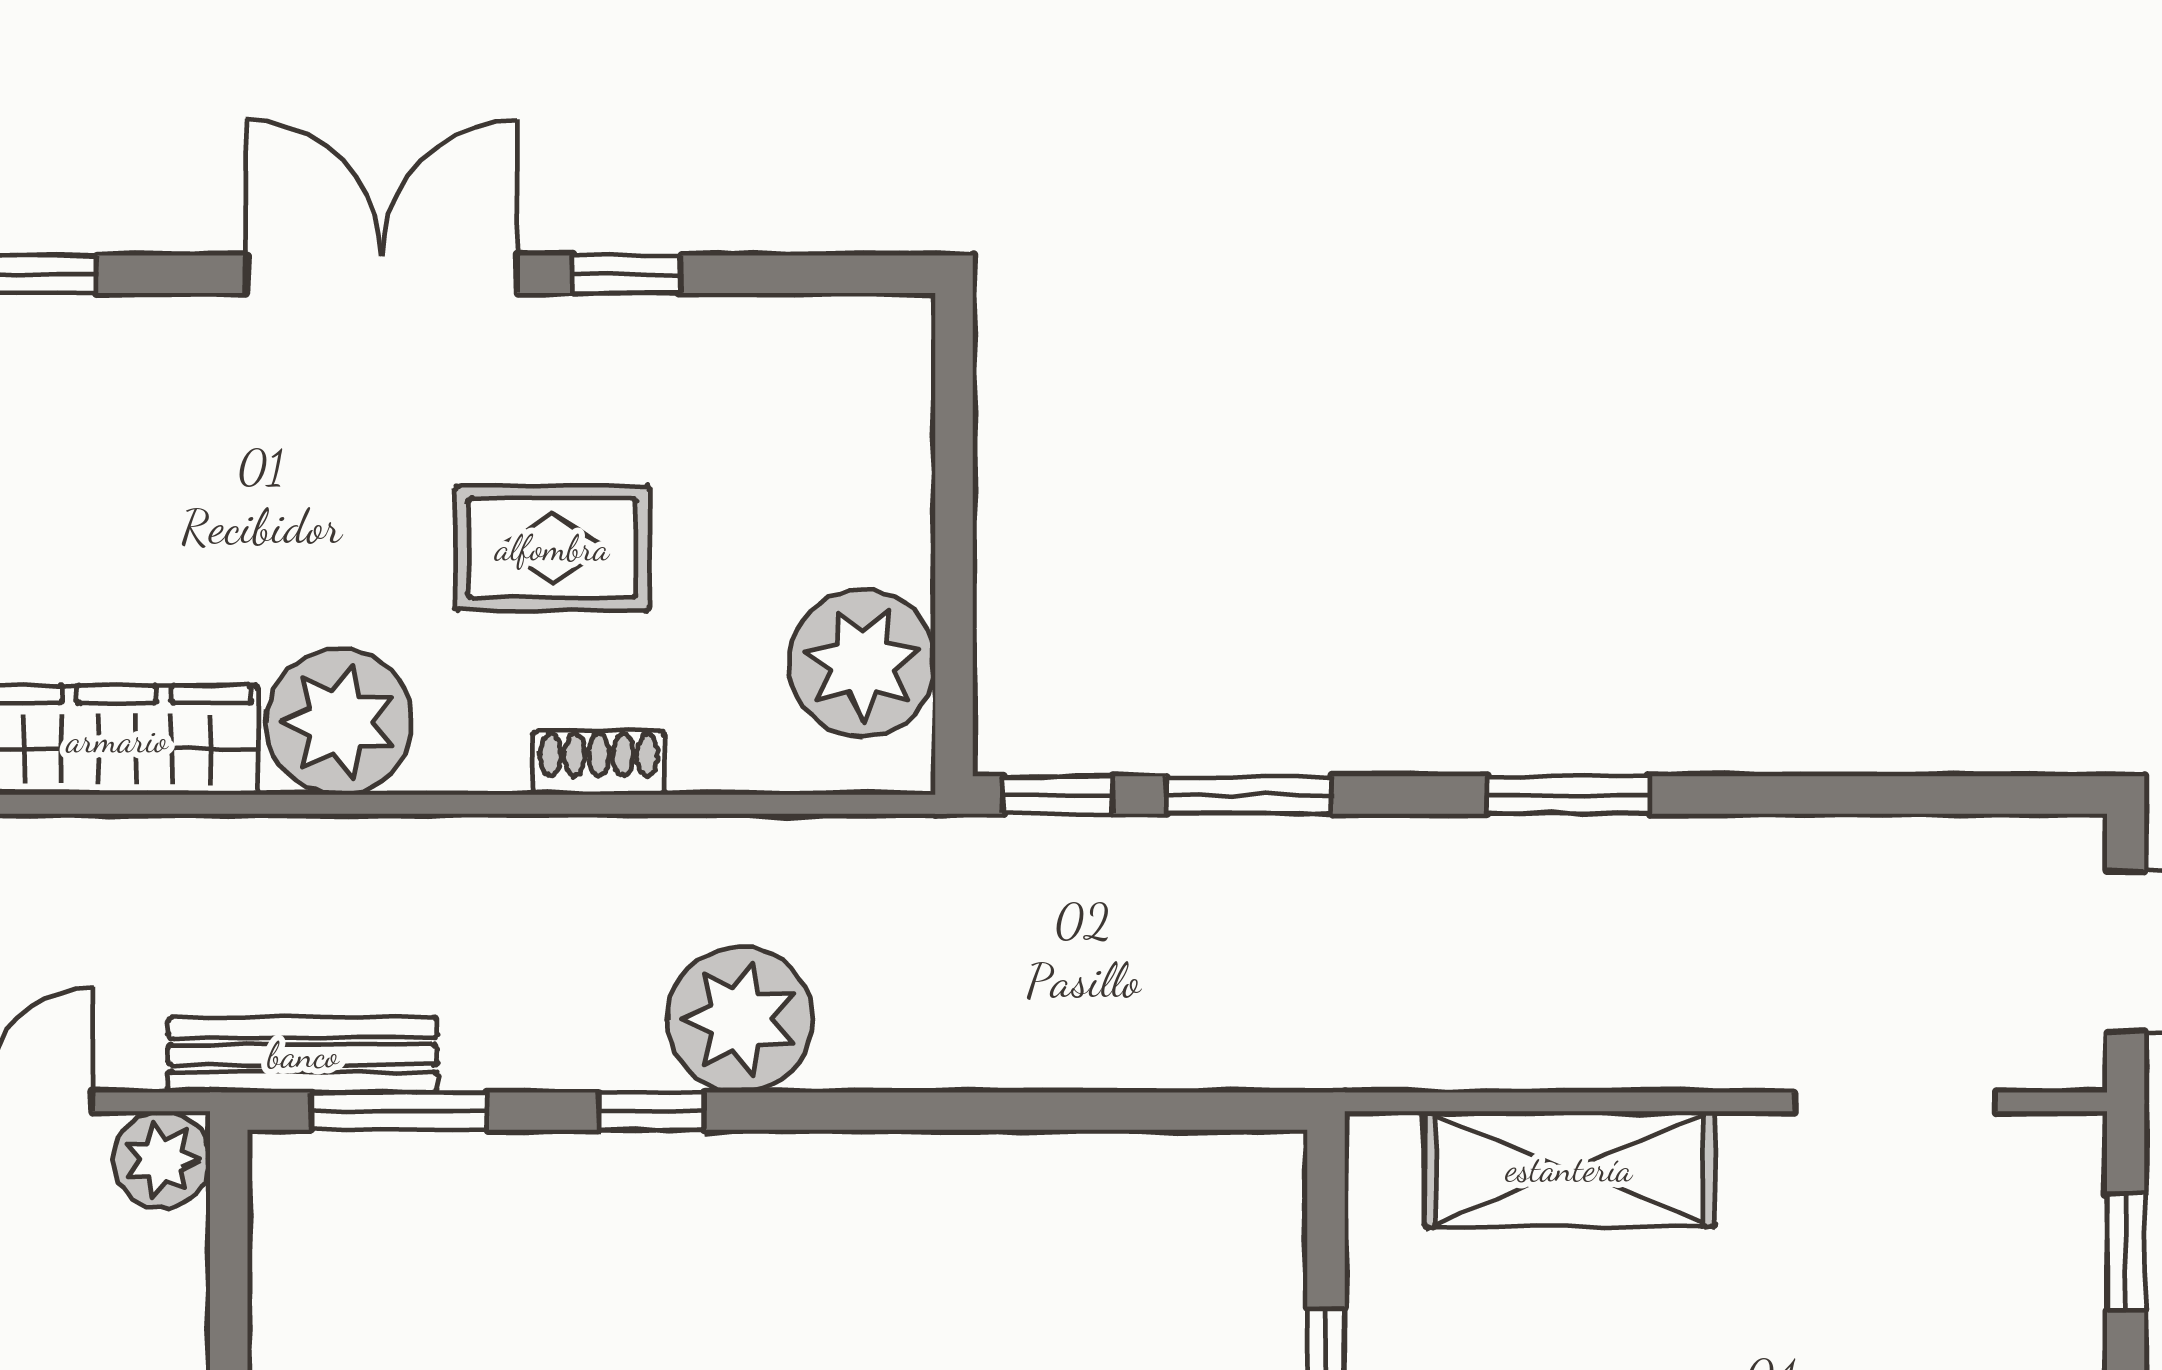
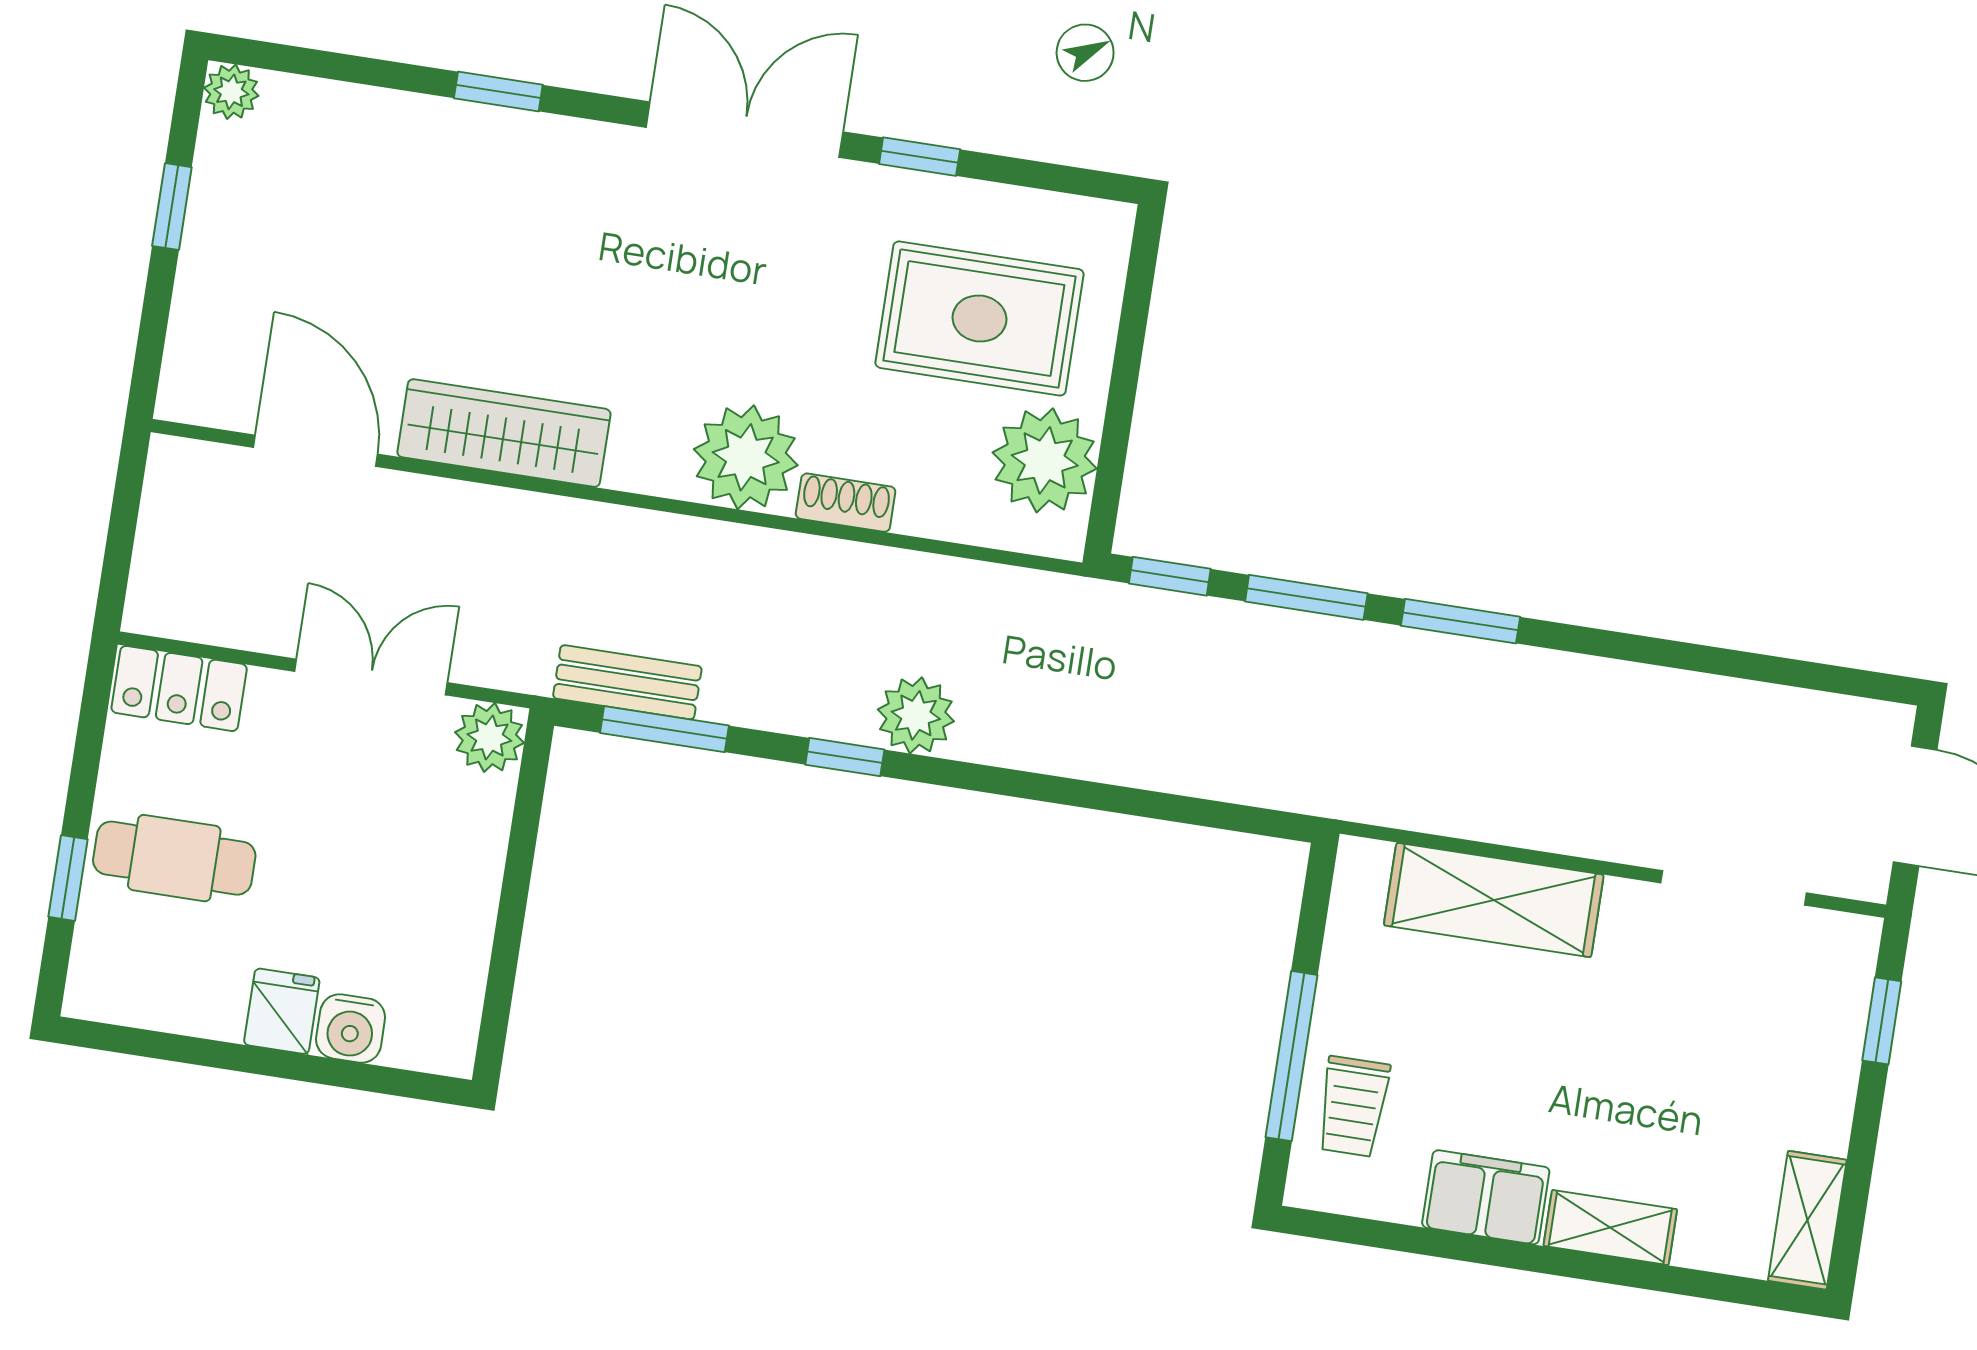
rug: (552, 548) -> (979, 318), moved, width x1.36, depth x1.43
plant: (339, 722) -> (746, 457), moved
window: (1568, 795) -> (1461, 621), moved
plant: (740, 1020) -> (916, 715), width x0.73, depth x0.73
bench: (303, 1055) -> (627, 682), width x0.73

